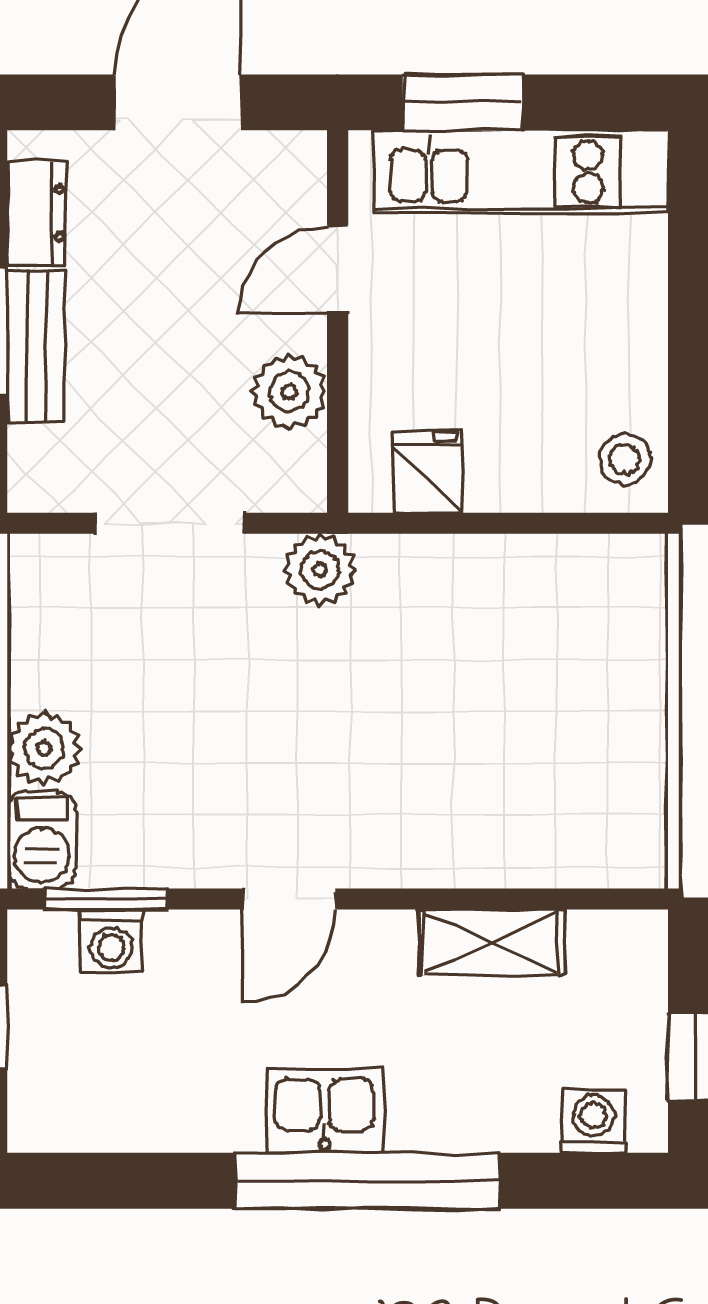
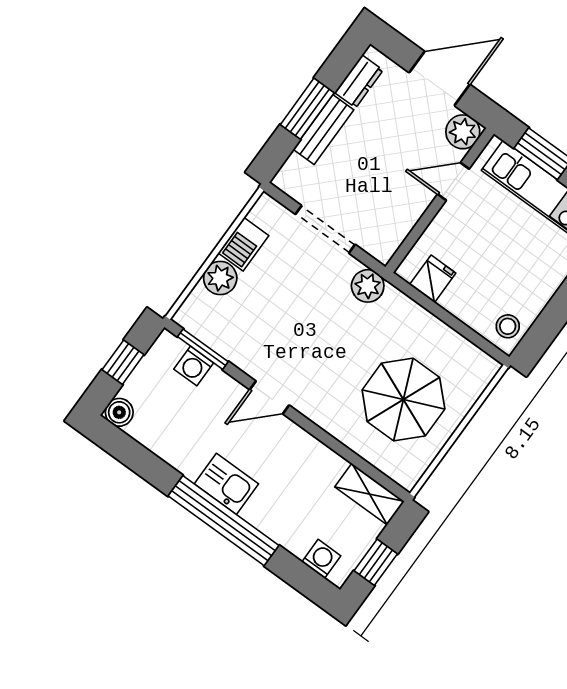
plant: (289, 392) -> (463, 132), moved
parasol: (533, 727) -> (403, 400), added
barbecue: (42, 840) -> (243, 244), moved
shelving: (491, 942) -> (370, 494), moved
boiler: (38, 1122) -> (119, 412), added

